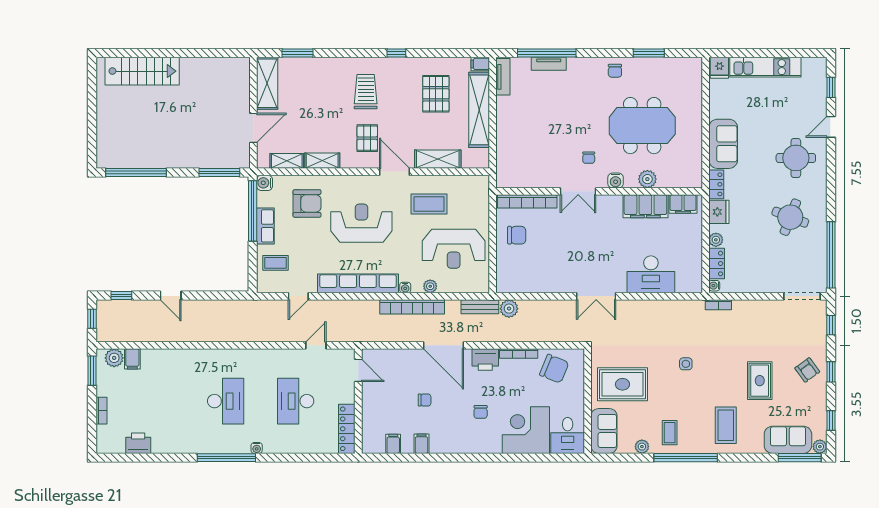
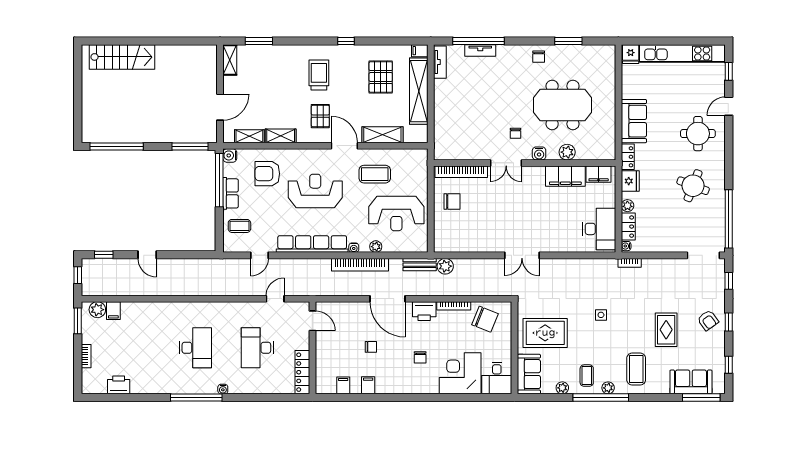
kitchen unit: (765, 67) -> (682, 53), width x1.36
shelving: (267, 83) -> (230, 60), width x0.67, depth x0.75
armchair: (307, 203) -> (267, 174), turned 180
desk: (651, 274) -> (599, 229), moved, turned -90
plant: (820, 447) -> (608, 388), moved

